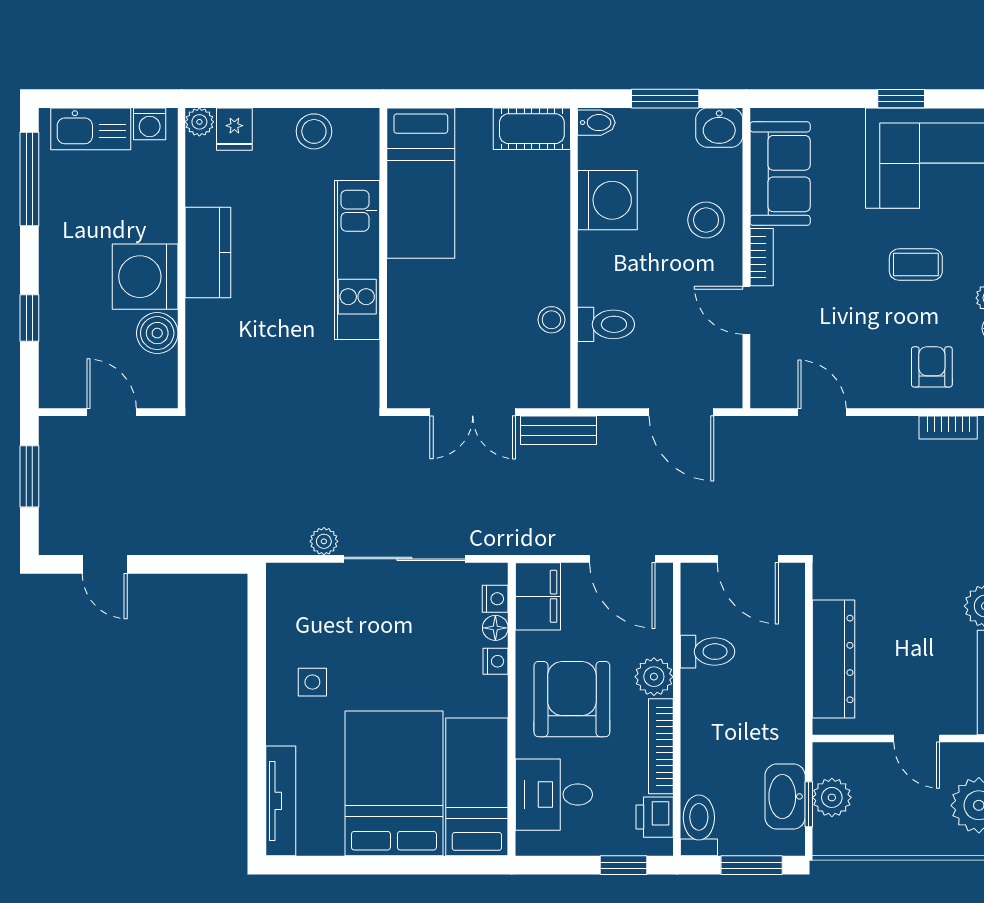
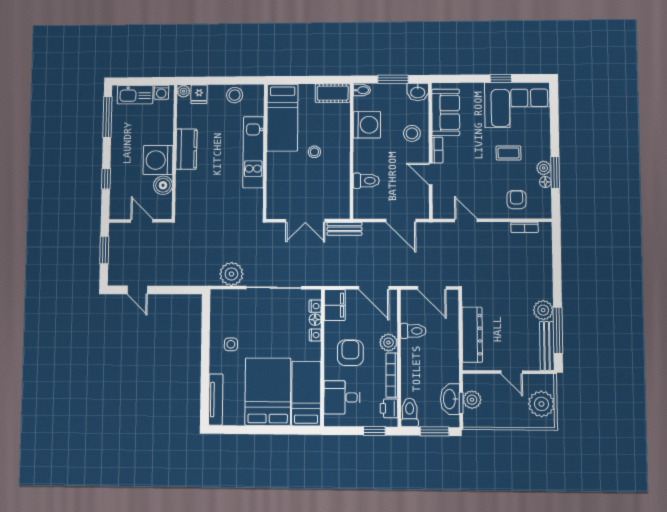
stool: (552, 320) -> (314, 152), moved
plant: (324, 541) -> (231, 274), width x1.88, depth x1.88
armchair: (572, 699) -> (350, 353), width x0.73, depth x0.73

